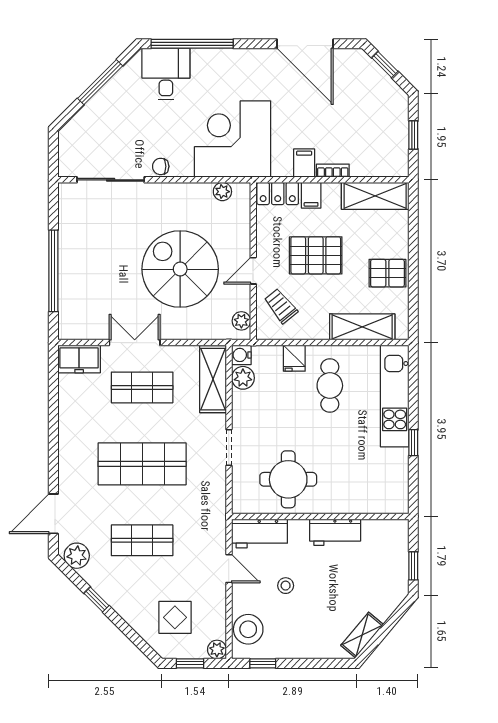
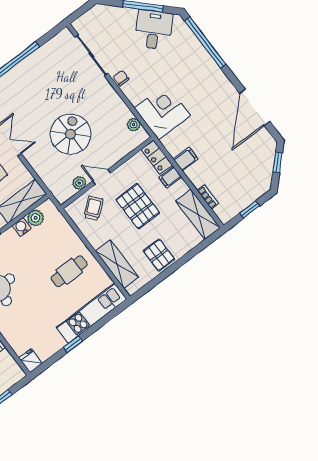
desk: (166, 74) -> (154, 30), moved, turned -45
corner desk: (233, 139) -> (162, 112), width x0.74, depth x0.74
bookcase: (333, 171) -> (208, 197), moved
spiral stairs: (180, 269) -> (71, 134), width x0.73, depth x0.73
plant: (241, 321) -> (79, 183), moved
water cooler: (241, 355) -> (22, 227), moved
fridge: (294, 358) -> (31, 361), moved, turned 90

